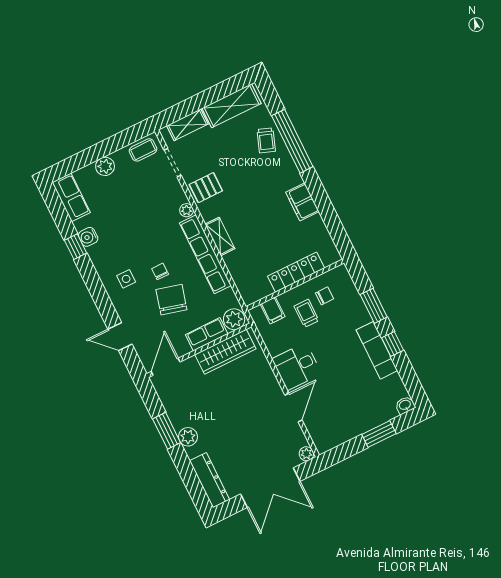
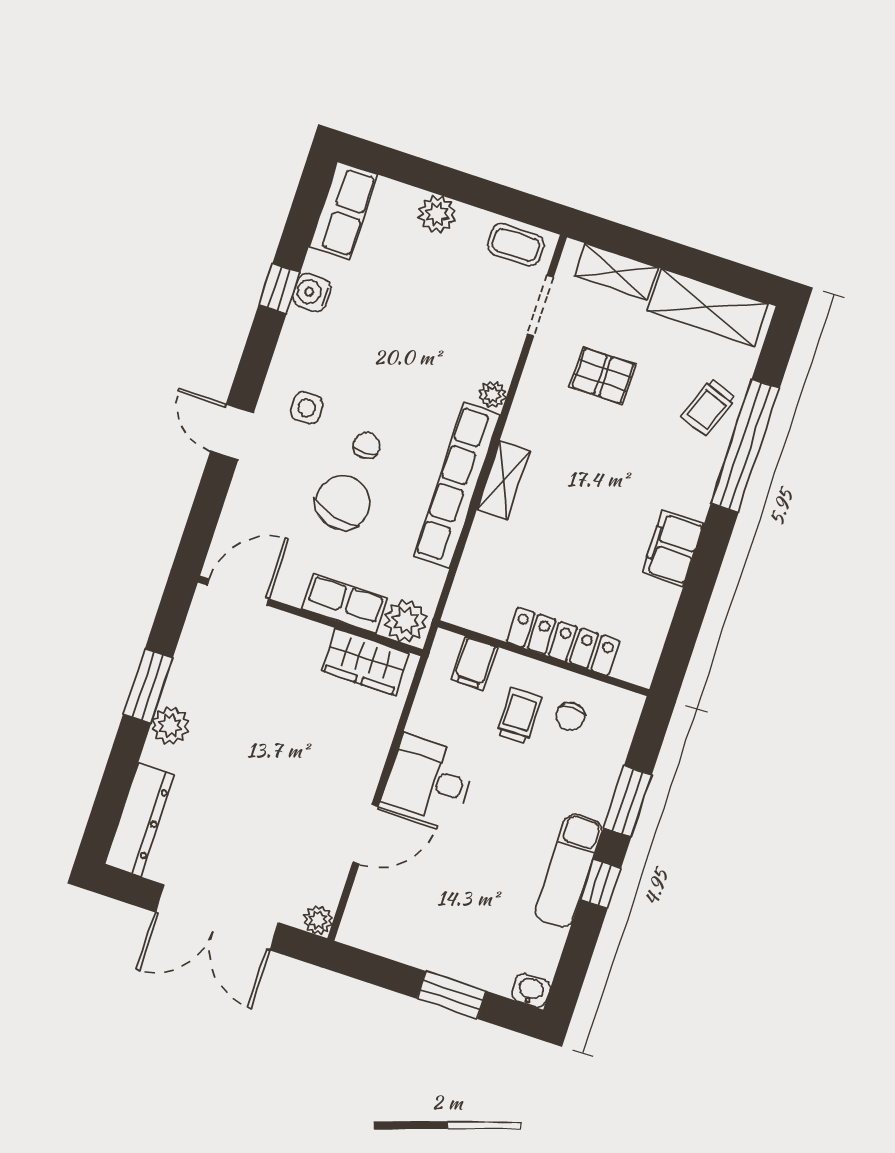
pallet: (206, 188) -> (603, 376), moved
chair: (324, 296) -> (570, 717), turned 90
door: (120, 337) -> (232, 432), moved
wardrobe: (225, 352) -> (365, 662), width x0.67

